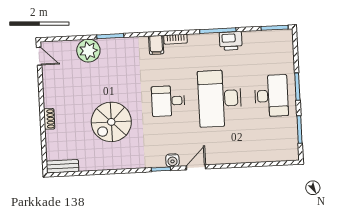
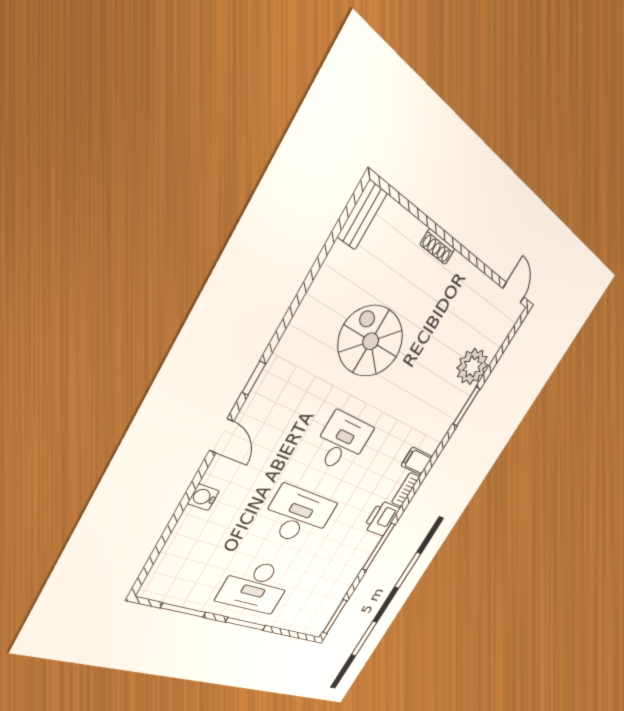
printer: (231, 41) -> (382, 518), moved
door: (39, 56) -> (513, 293), swing flipped
desk: (220, 98) -> (298, 516), width x0.73, depth x0.77
water cooler: (172, 160) -> (203, 497), moved

